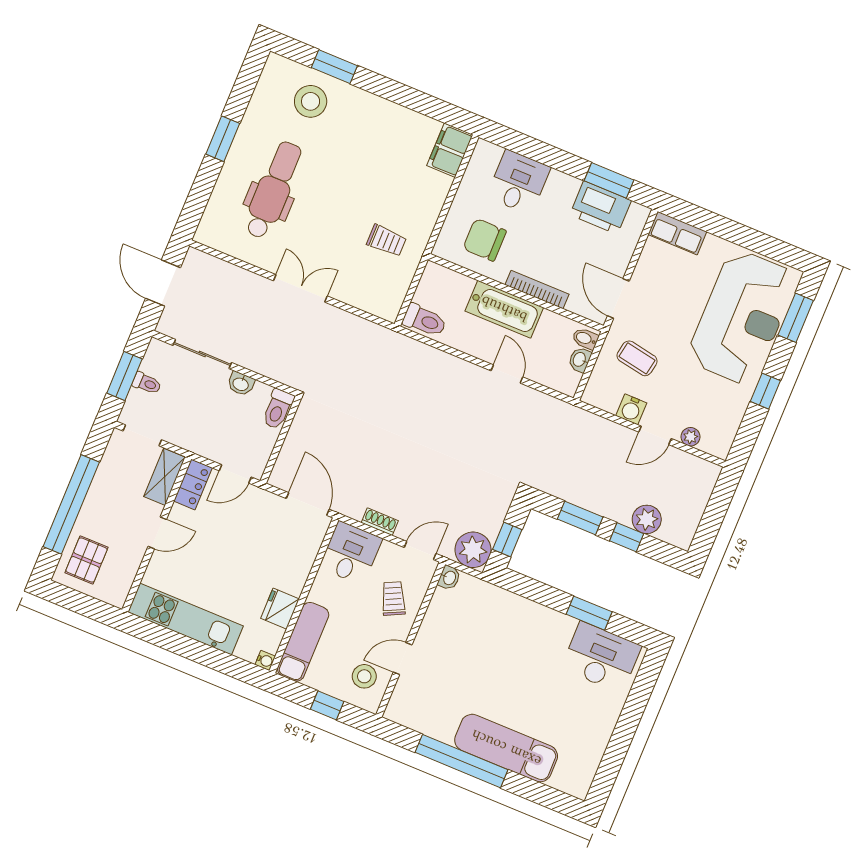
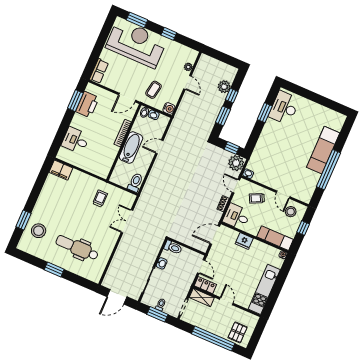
chair: (485, 240) -> (100, 156), removed
double door: (300, 288) -> (127, 221), moved
water cooler: (631, 409) -> (169, 109), moved
pallet: (87, 560) -> (238, 332), turned 90
fridge: (280, 609) -> (244, 241), moved

